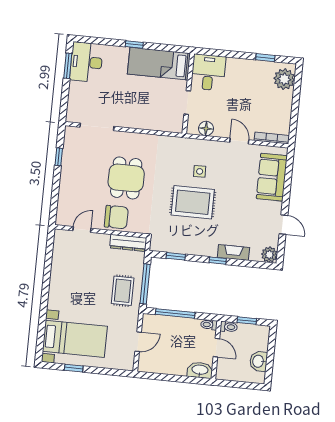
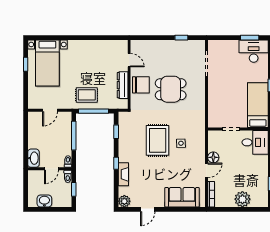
plant: (284, 79) -> (242, 199), moved
floor lamp: (206, 128) -> (213, 157), moved
chair: (116, 217) -> (141, 85), turned -90
dresser: (128, 243) -> (123, 85), moved
door: (138, 342) -> (50, 110), hinge flipped

